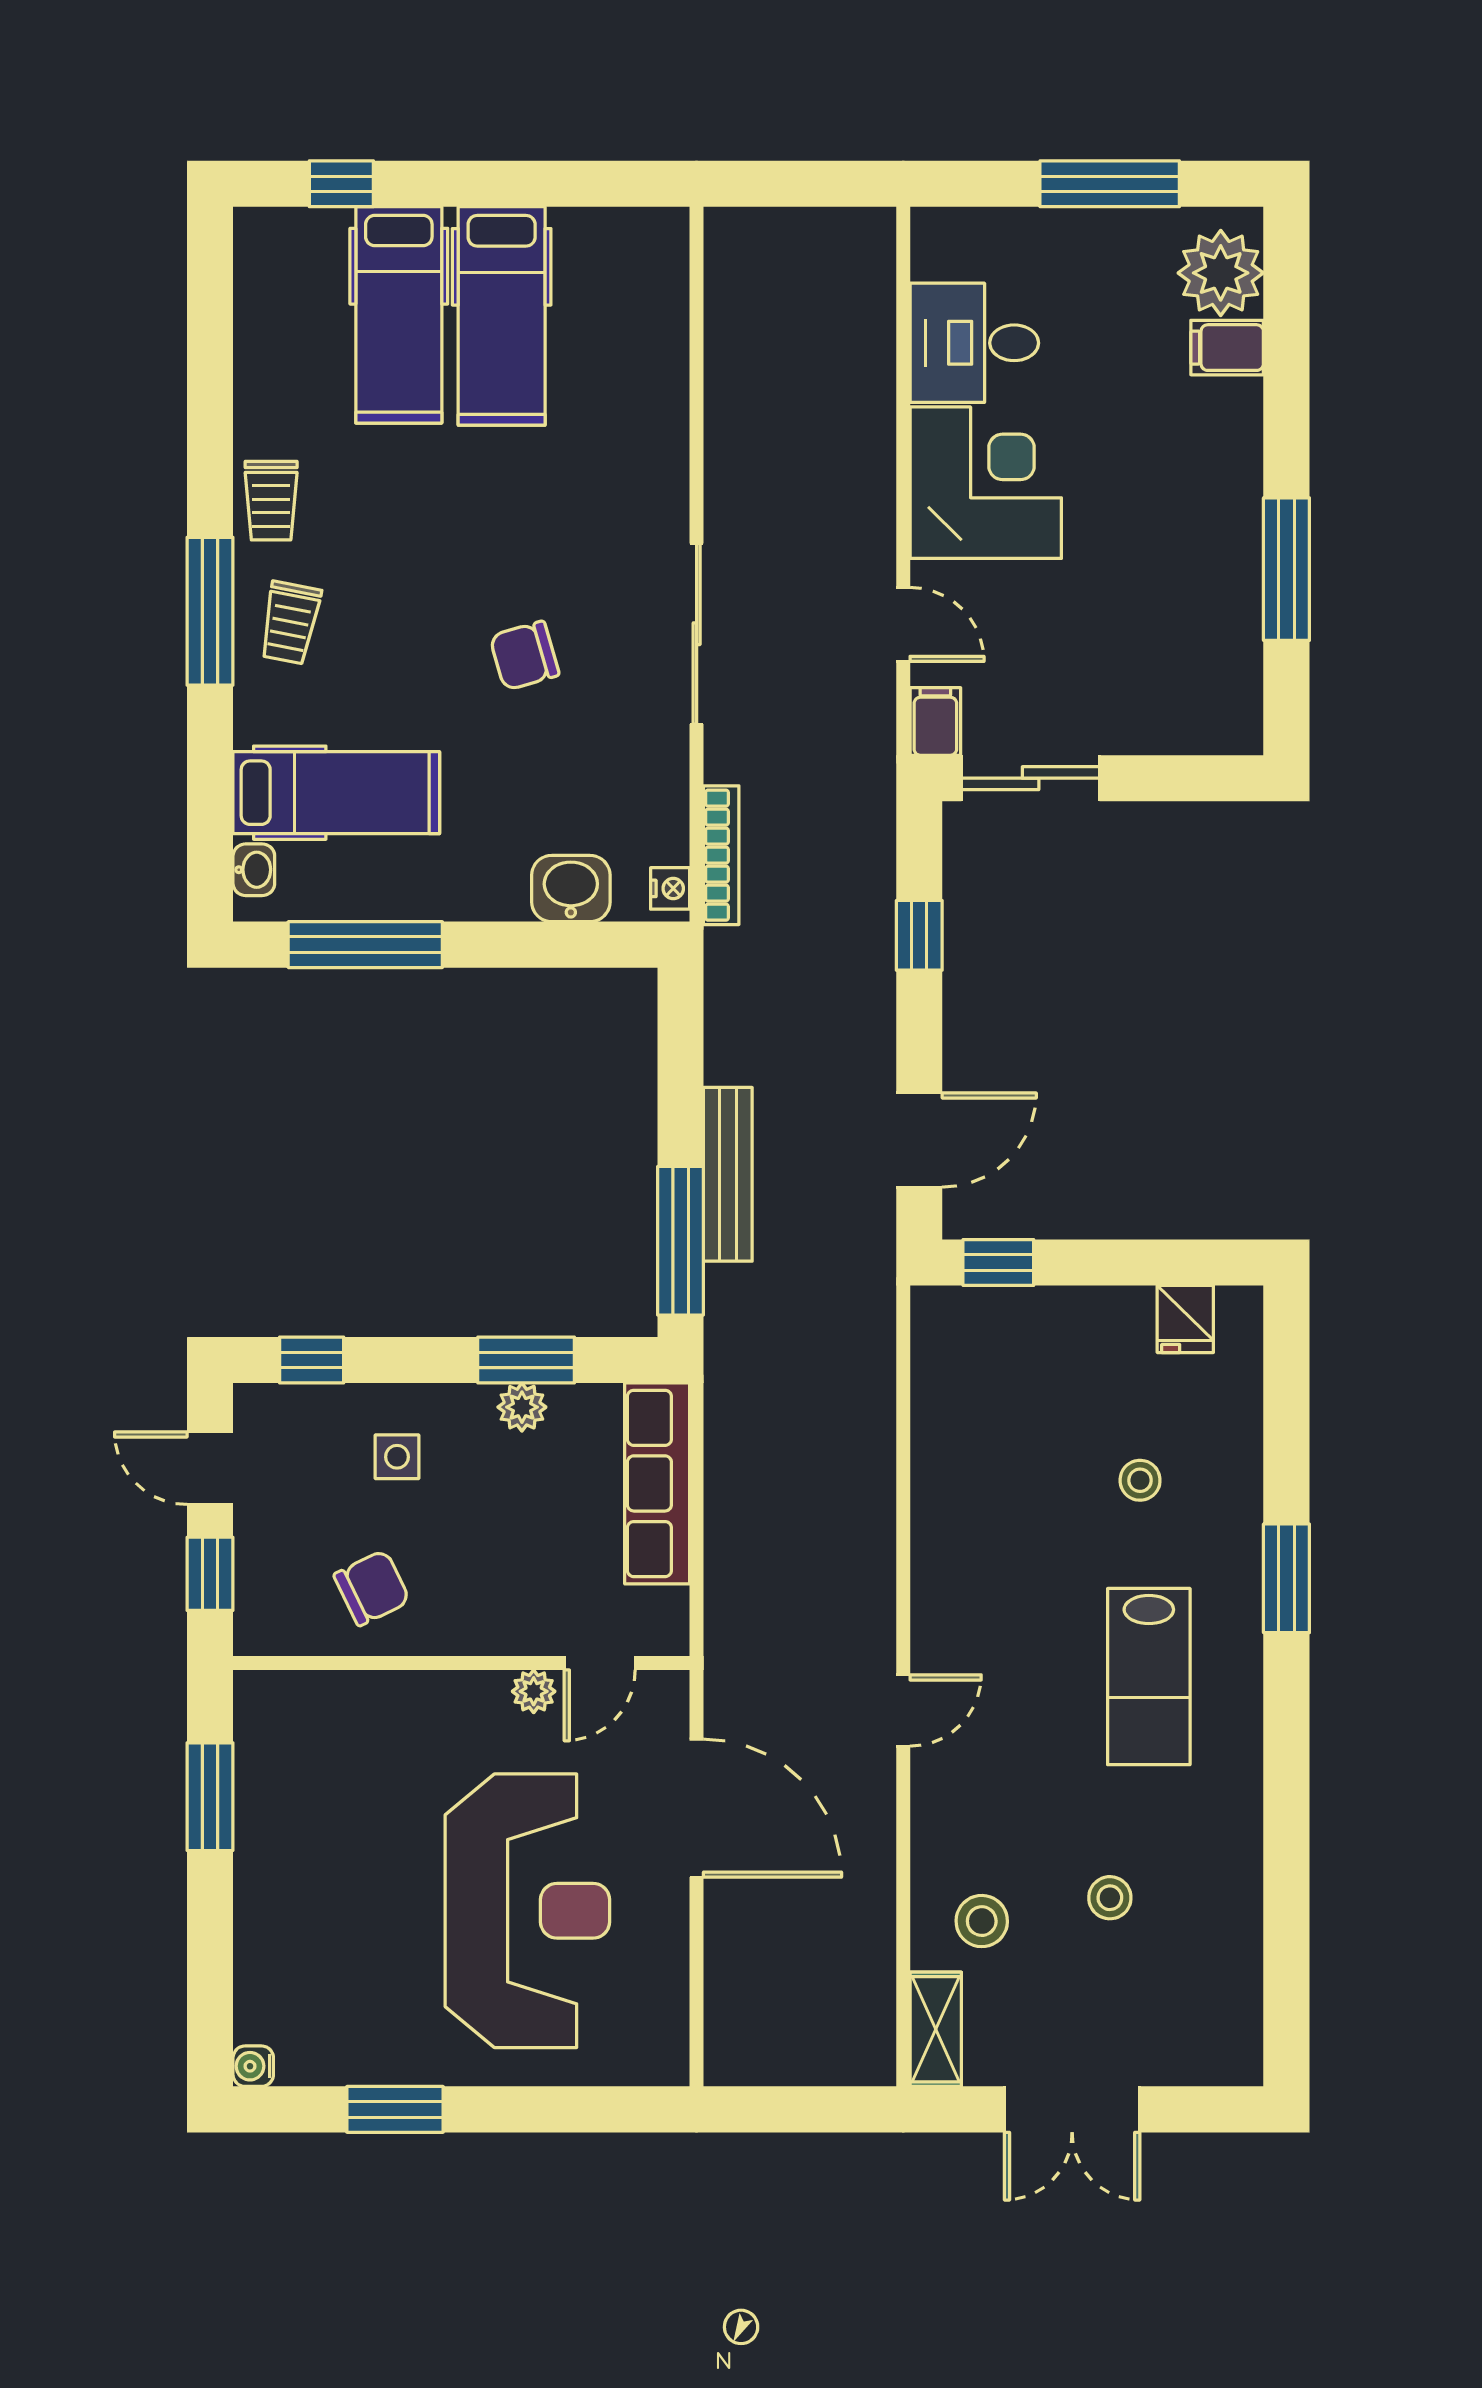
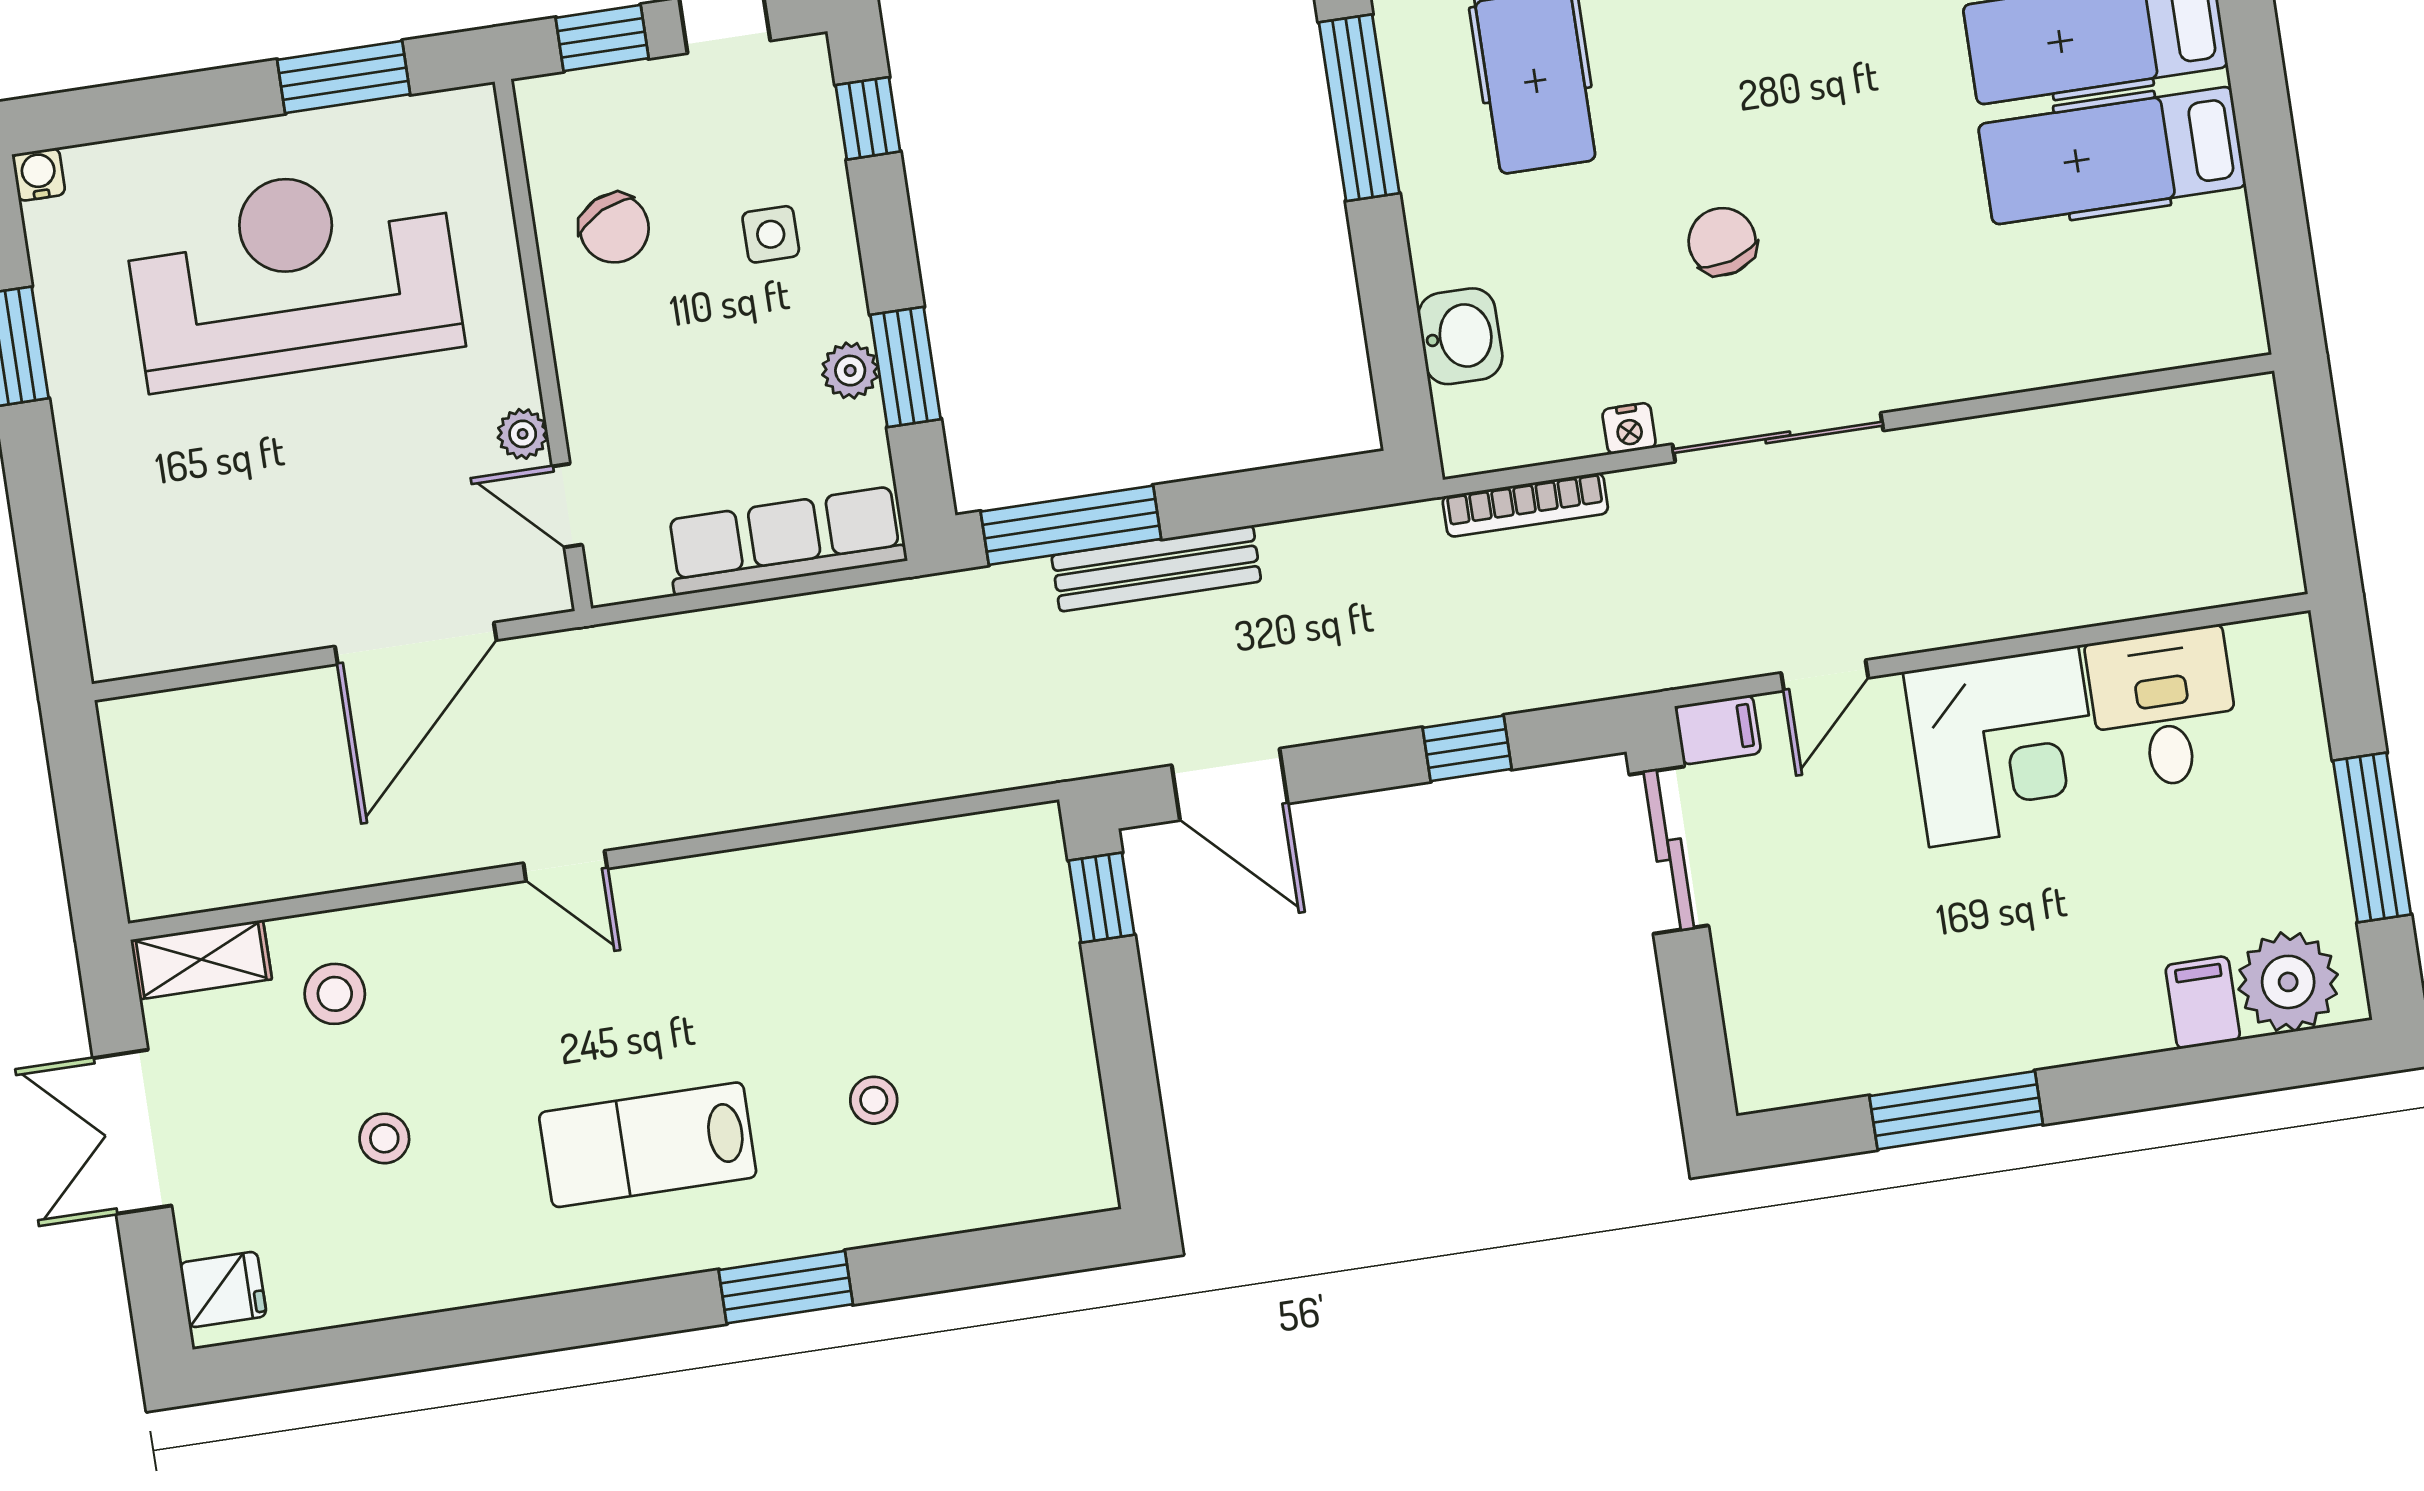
nightstand: (670, 888) -> (1629, 429), moved
fridge: (1185, 1319) -> (223, 1289), moved, turned 180
reception desk: (527, 1911) -> (293, 275), moved, turned 180

